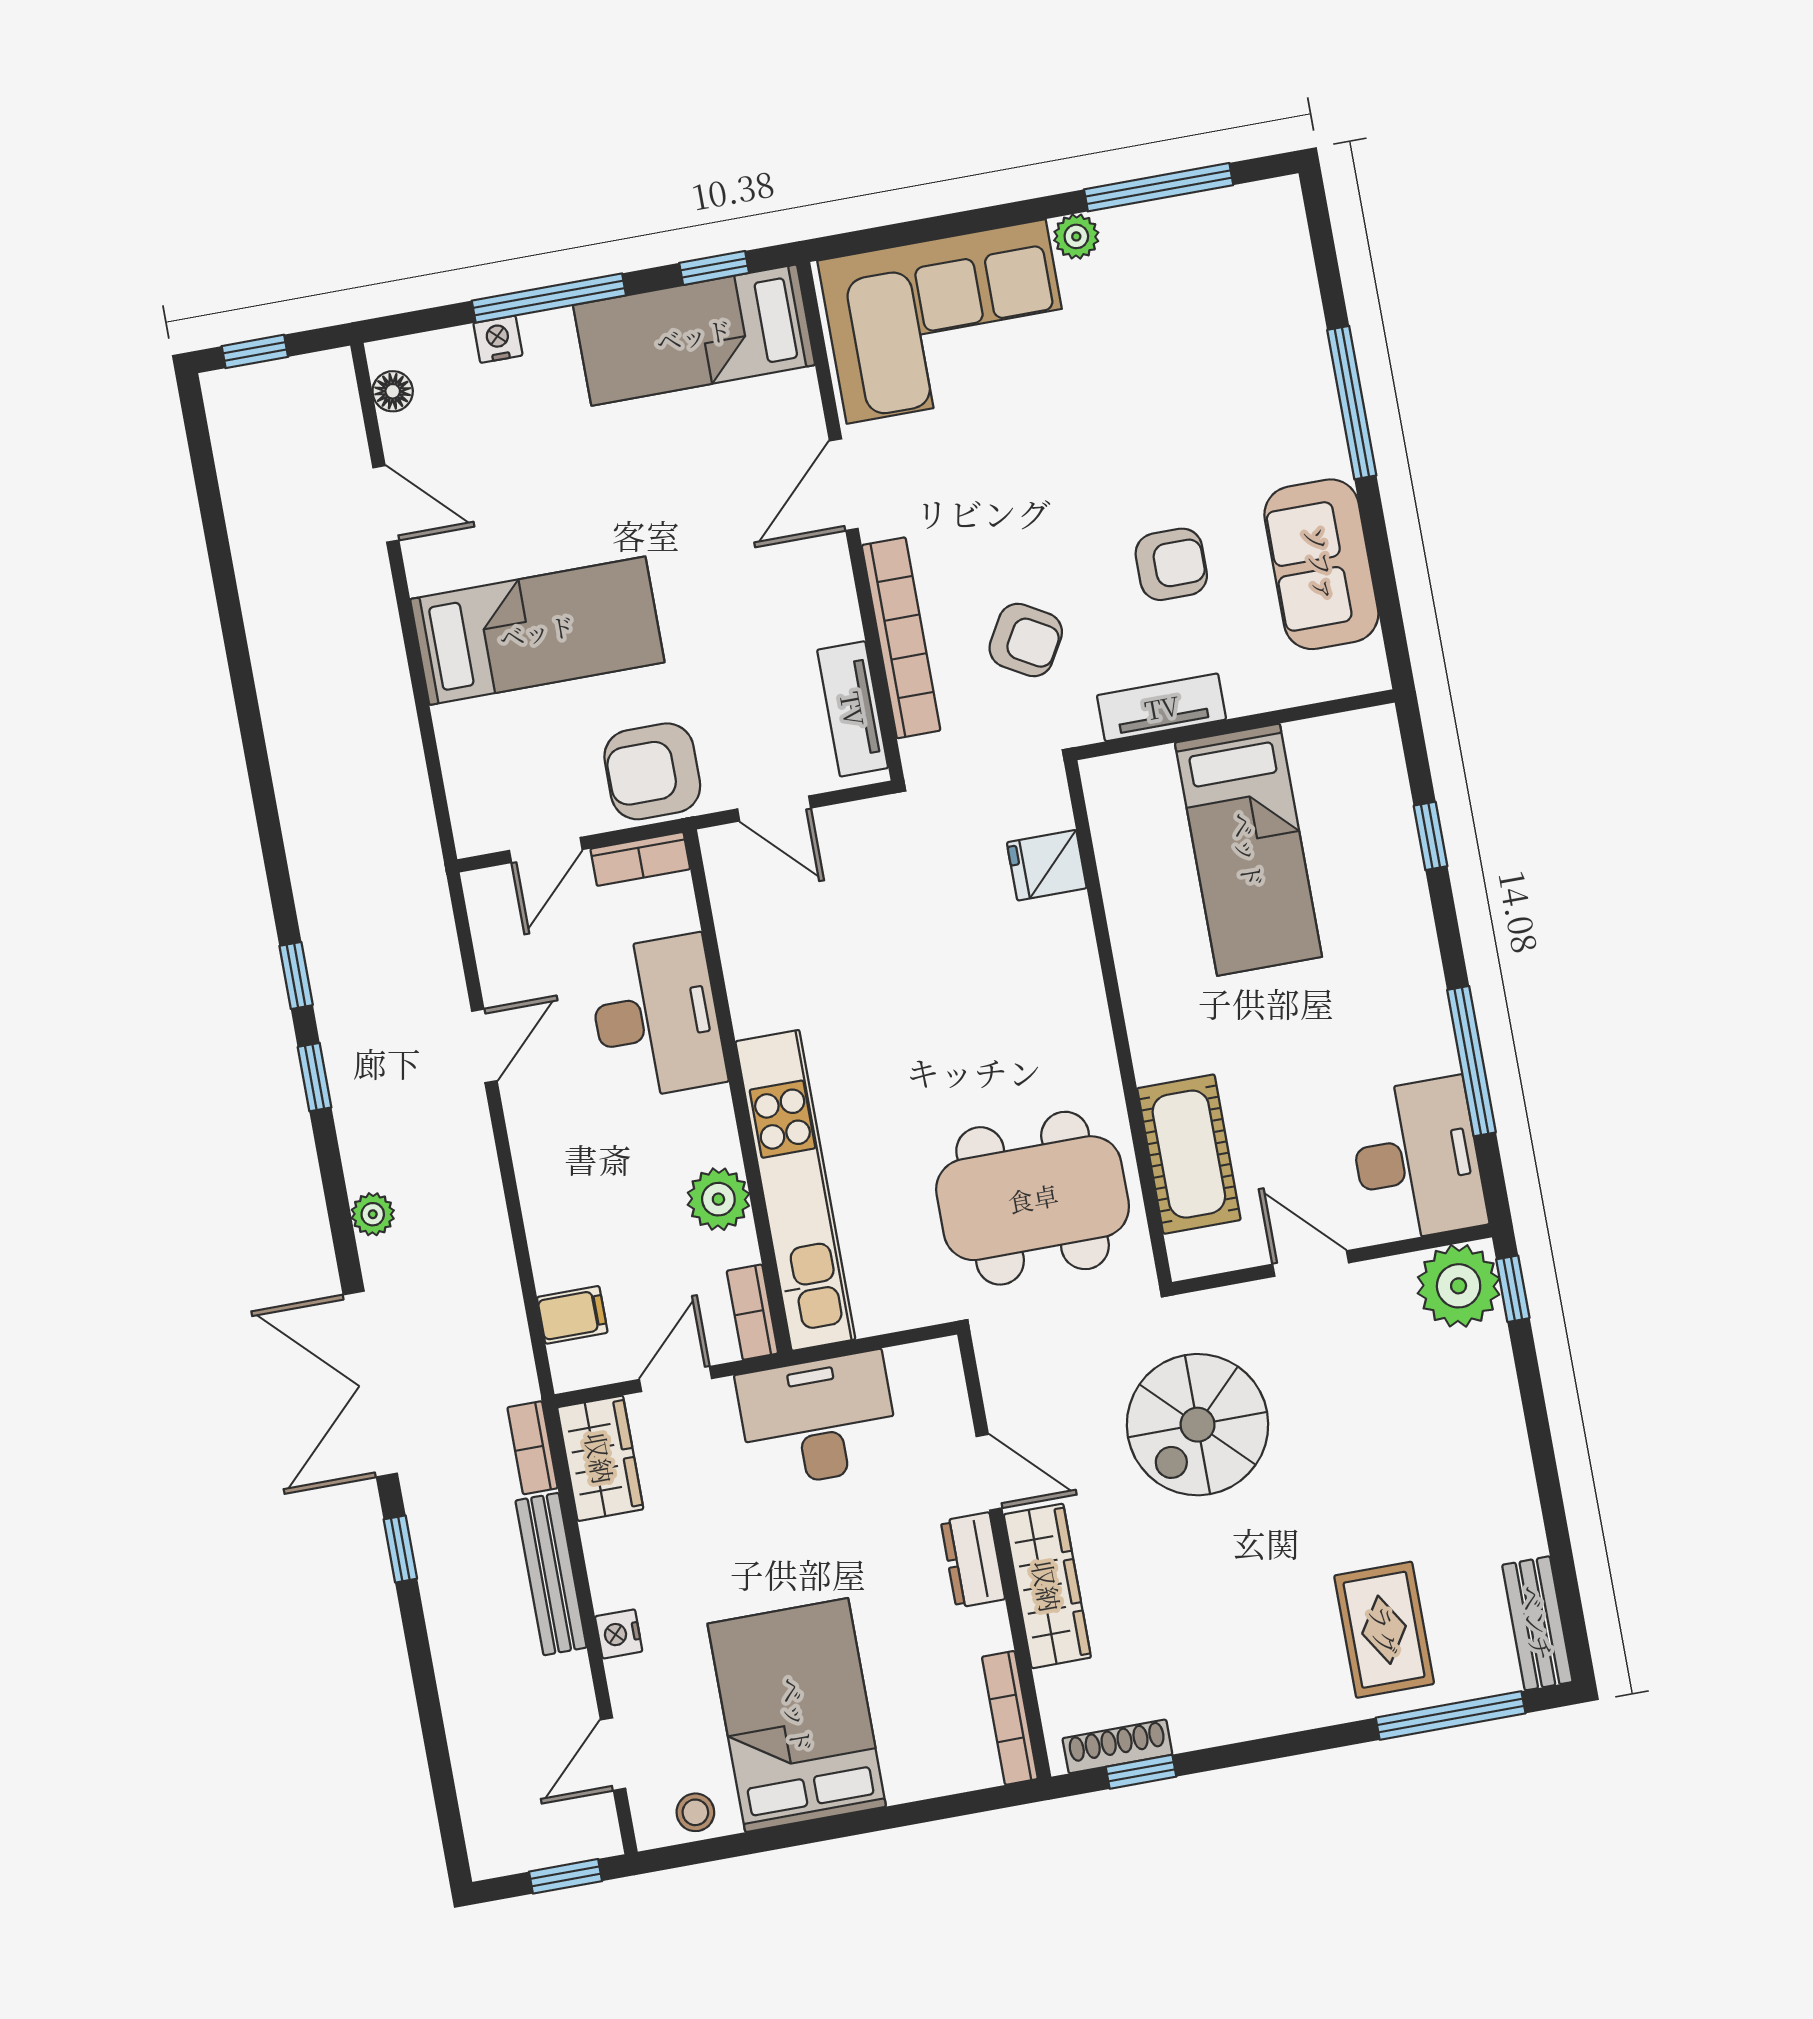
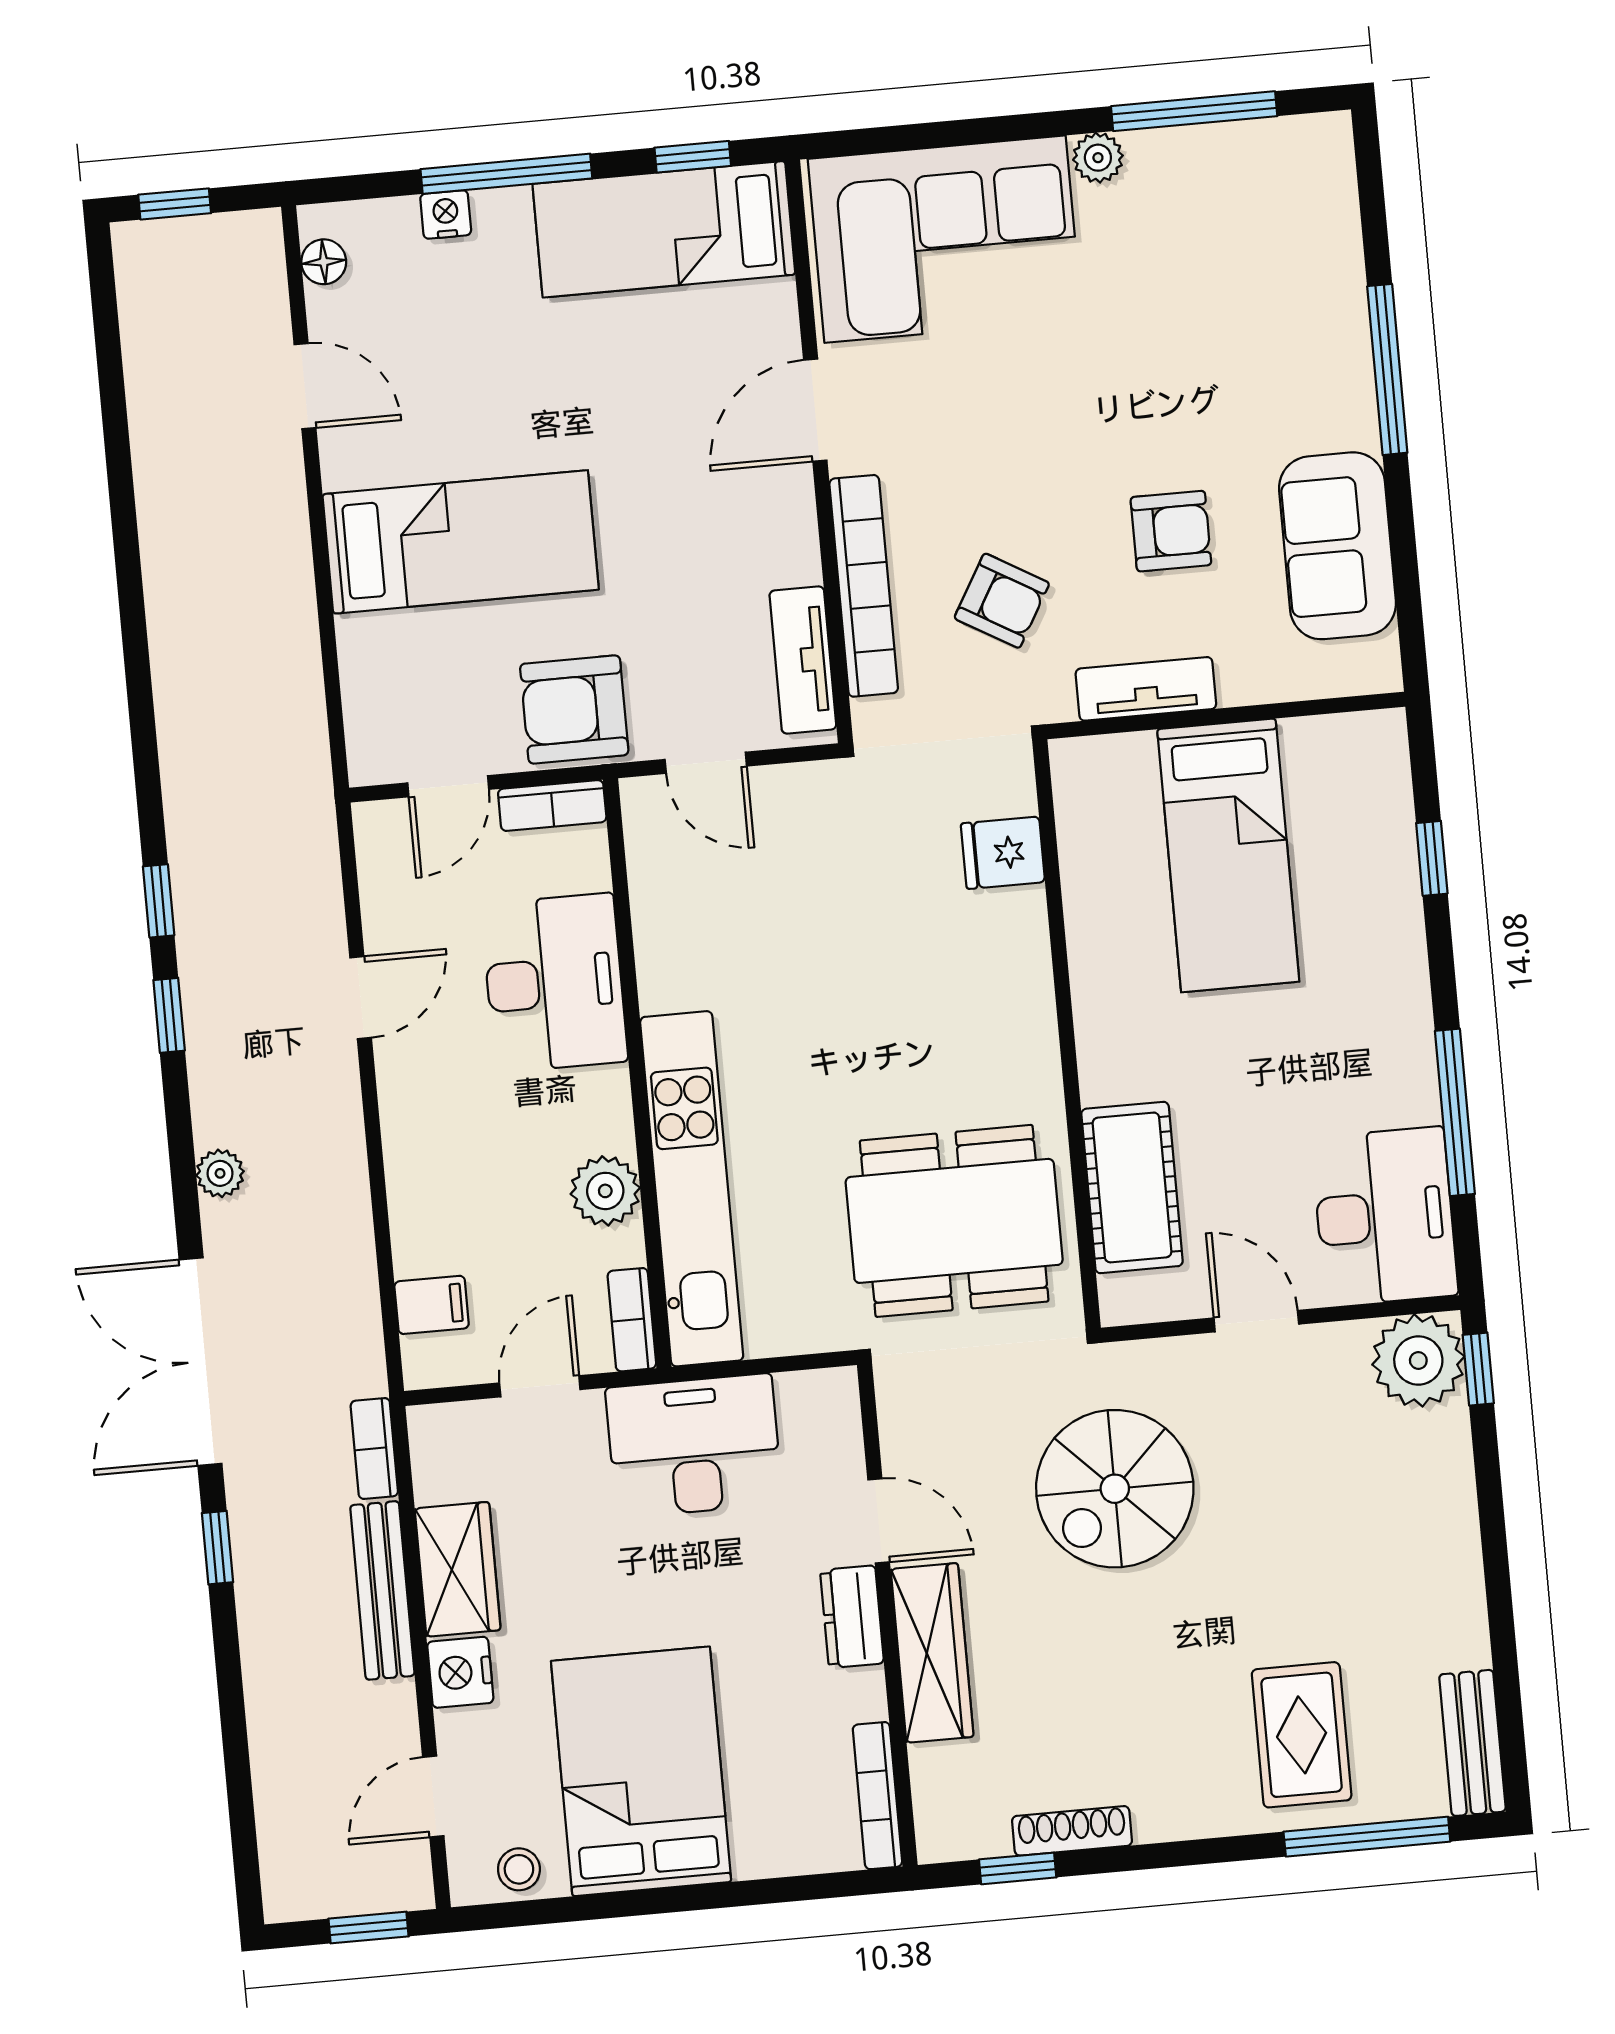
wardrobe: (600, 1458) -> (458, 1569), moved
nightstand: (619, 1634) -> (460, 1672), width x1.39, depth x1.35
shoe rack: (1117, 1746) -> (1072, 1831), moved

